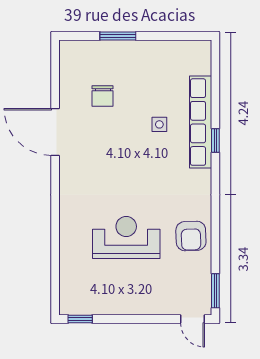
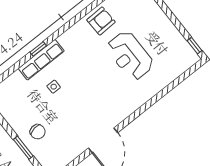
chair: (103, 96) -> (38, 132), moved, turned 81
row of seats: (201, 122) -> (41, 60), width x0.73

